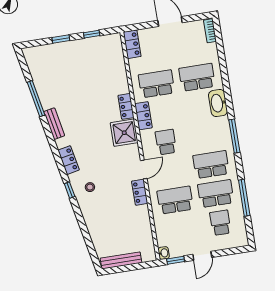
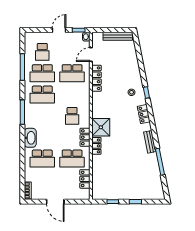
locker: (132, 44) -> (85, 179), moved
door: (144, 169) -> (91, 54), moved
locker: (140, 192) -> (97, 78), width x1.53

